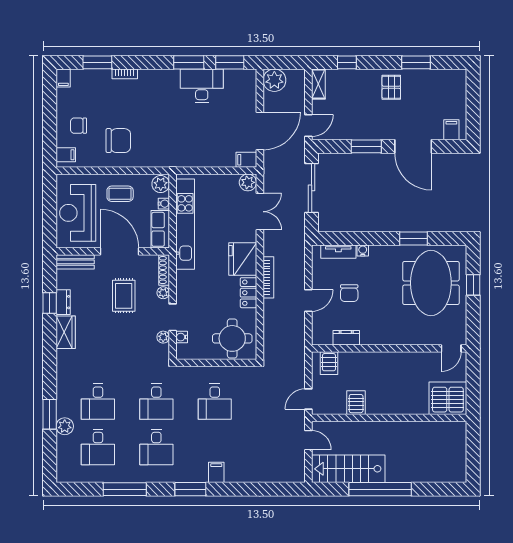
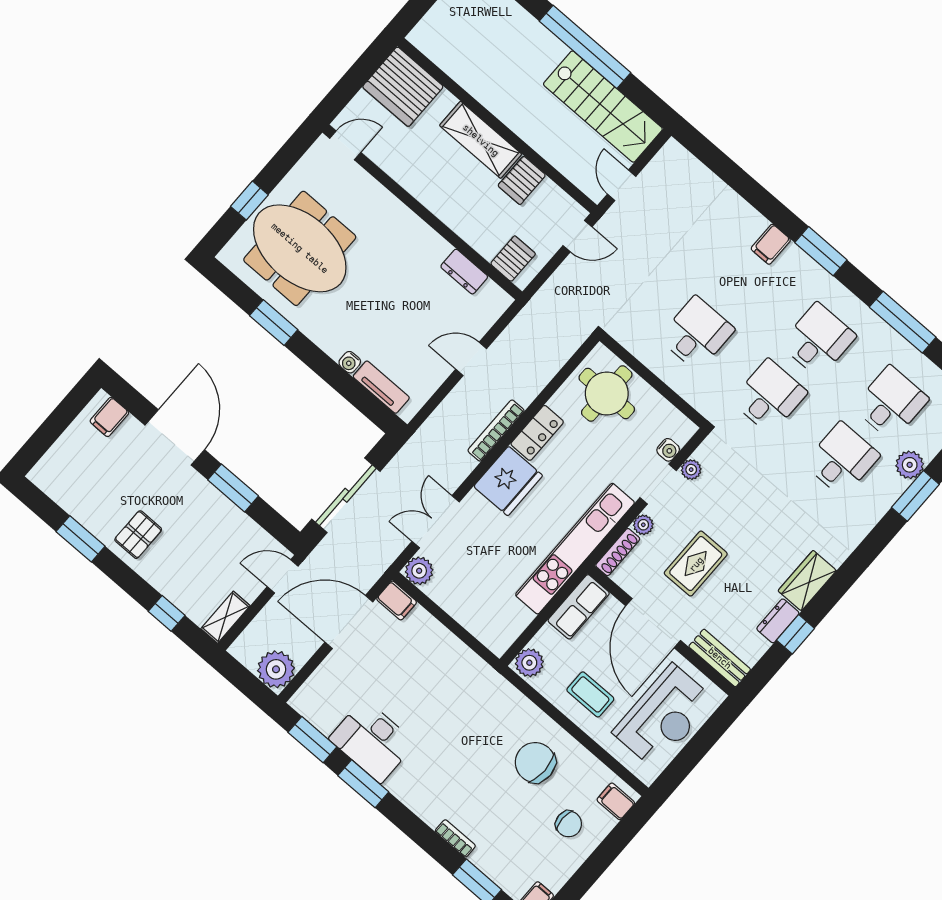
water cooler: (164, 204) -> (547, 635), removed
kitchen unit: (185, 224) -> (575, 549), moved
meeting table: (431, 283) -> (300, 248), turned 90
chair: (349, 293) -> (412, 324), removed
shelving: (391, 405) -> (481, 140), added

